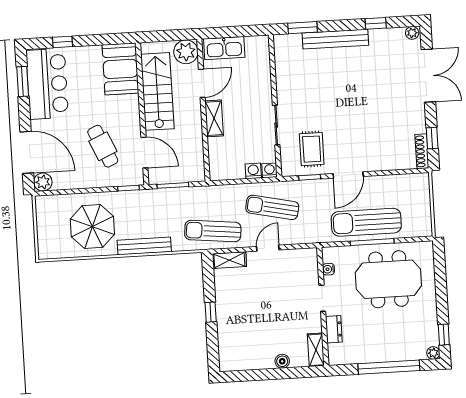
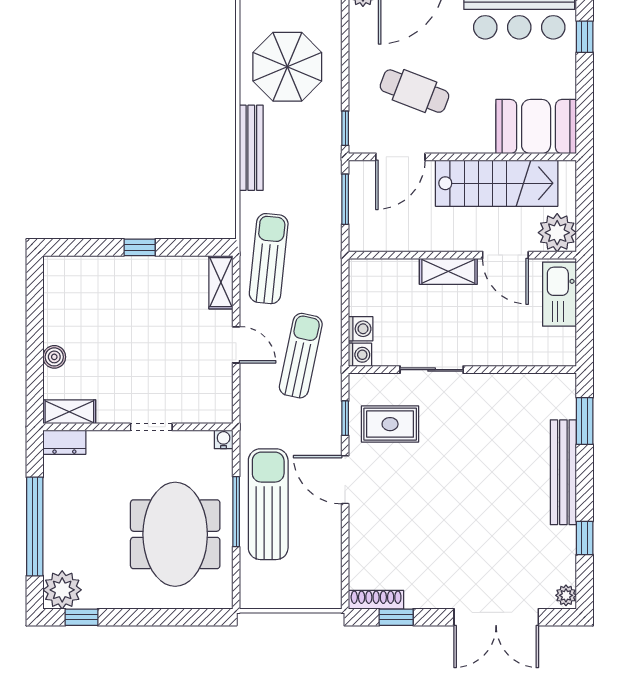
cafe table: (103, 146) -> (414, 91), turned 45
water cooler: (328, 269) -> (224, 439), moved
dresser: (334, 329) -> (64, 442), moved
plant: (433, 353) -> (62, 590), width x1.88, depth x1.88

